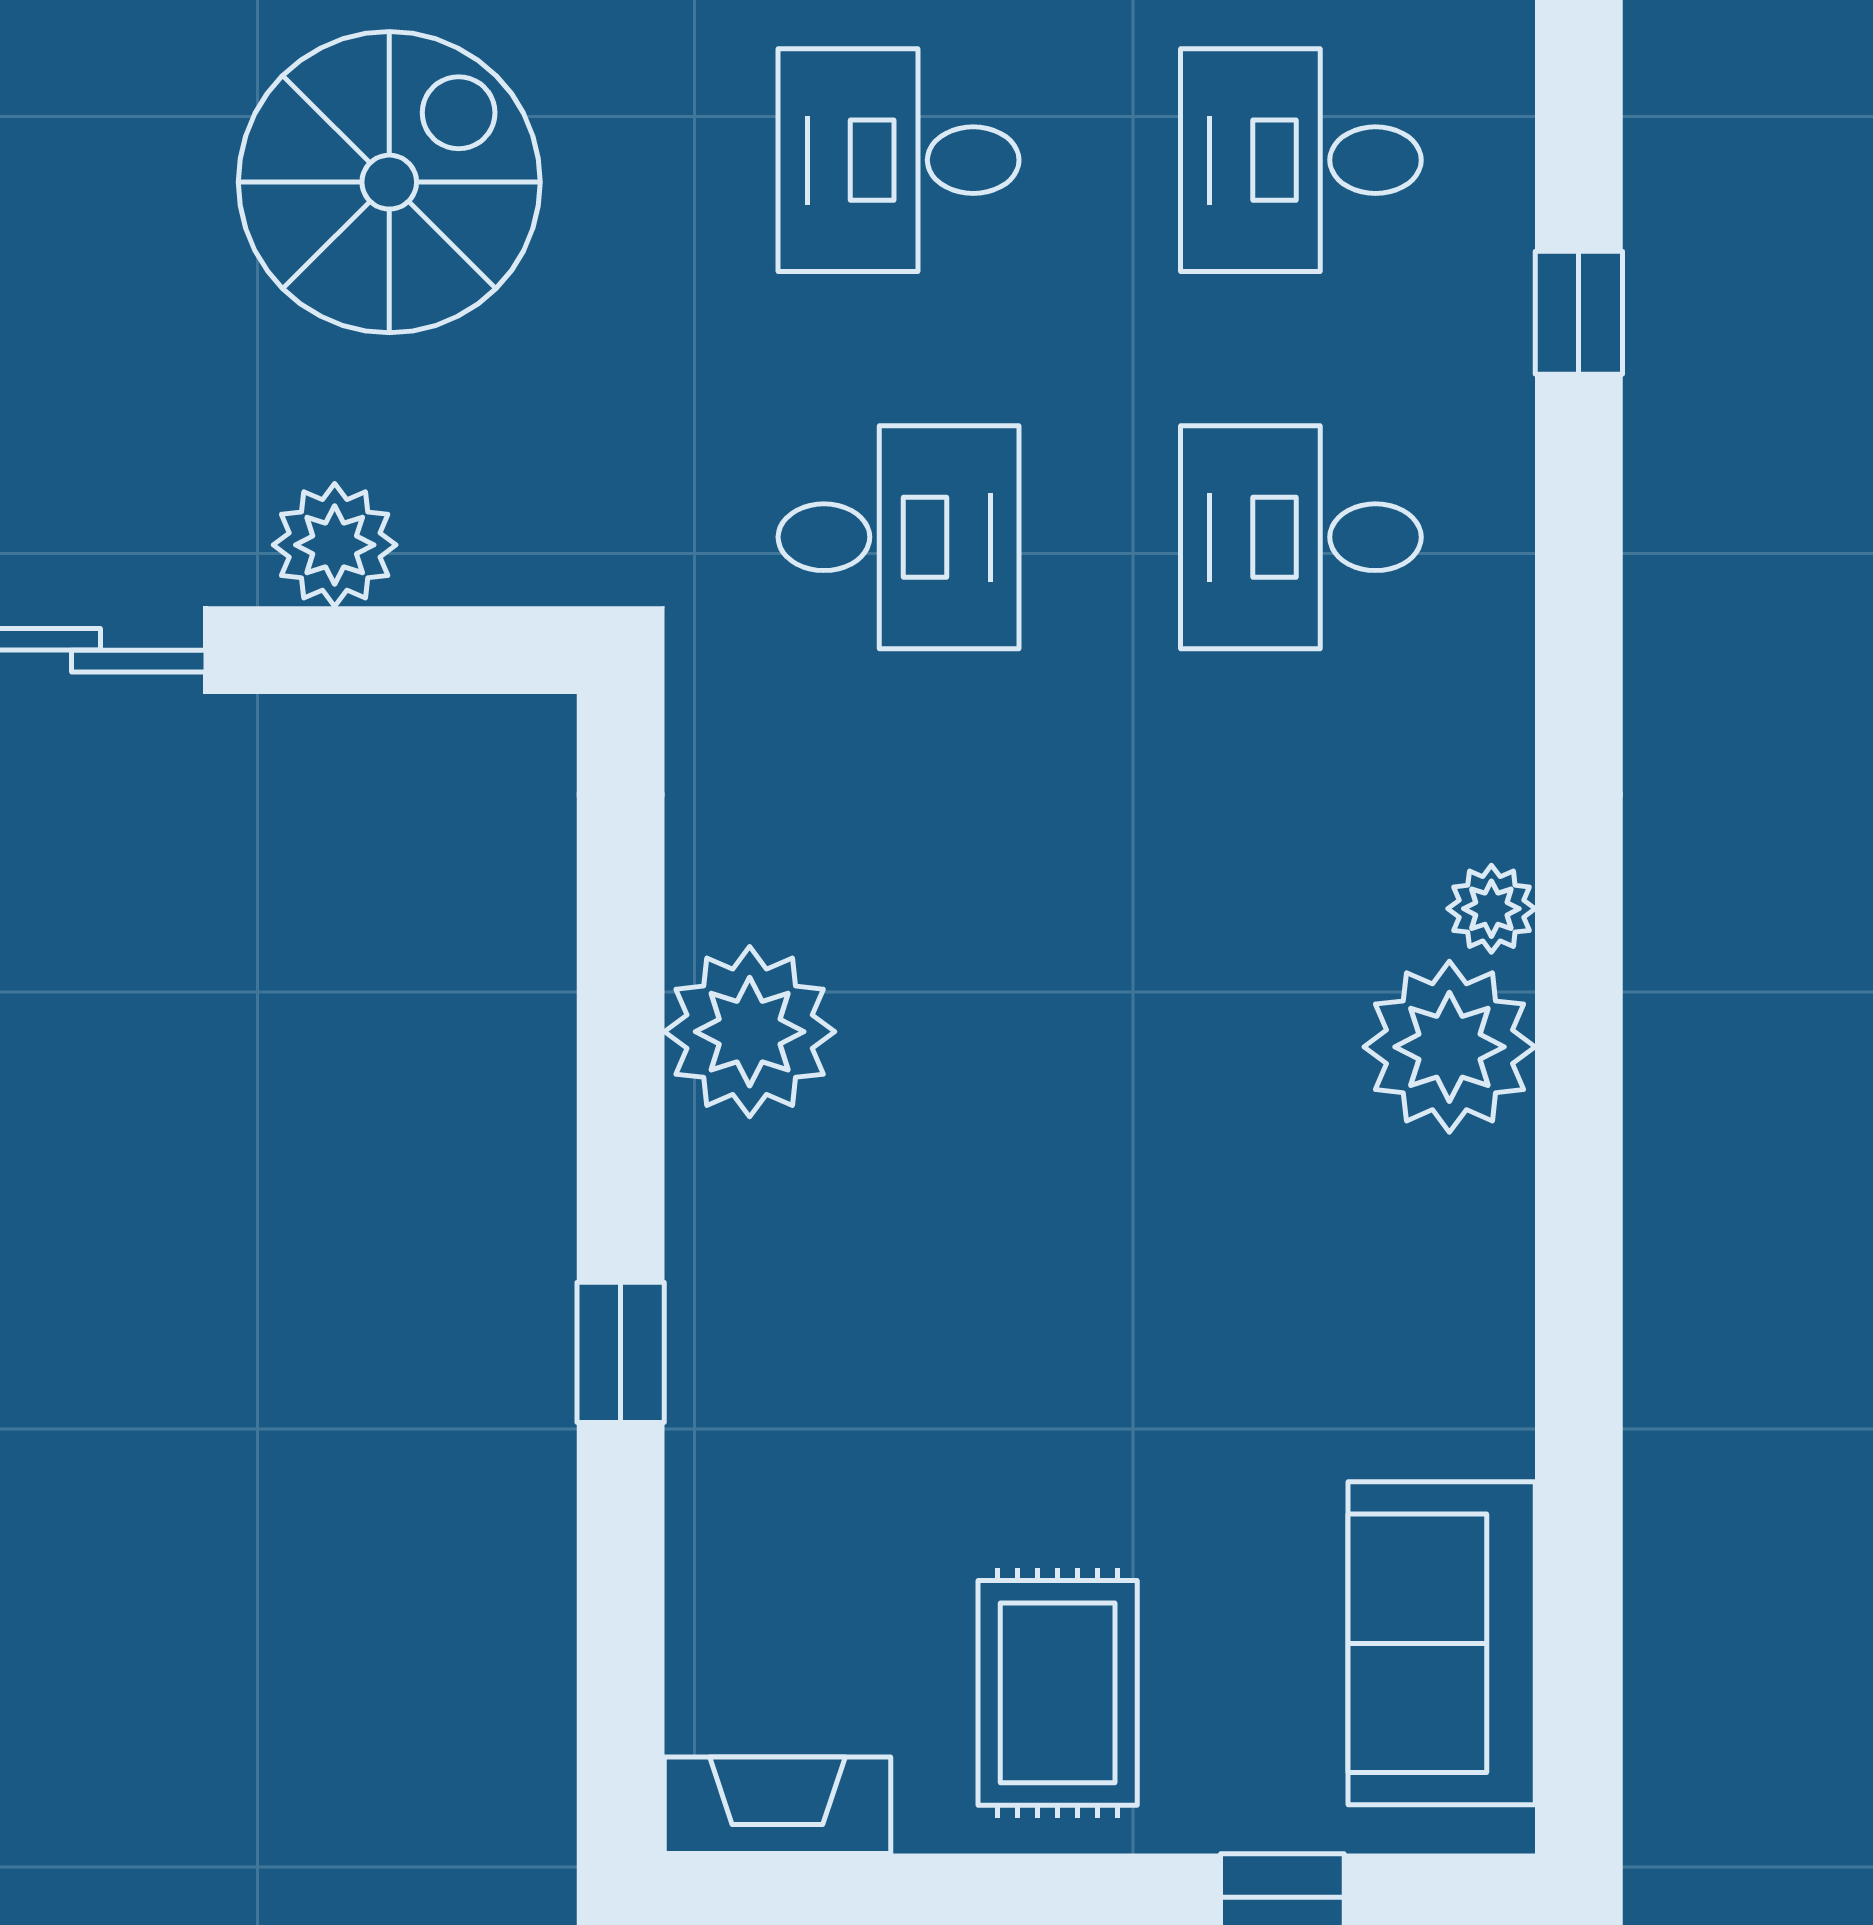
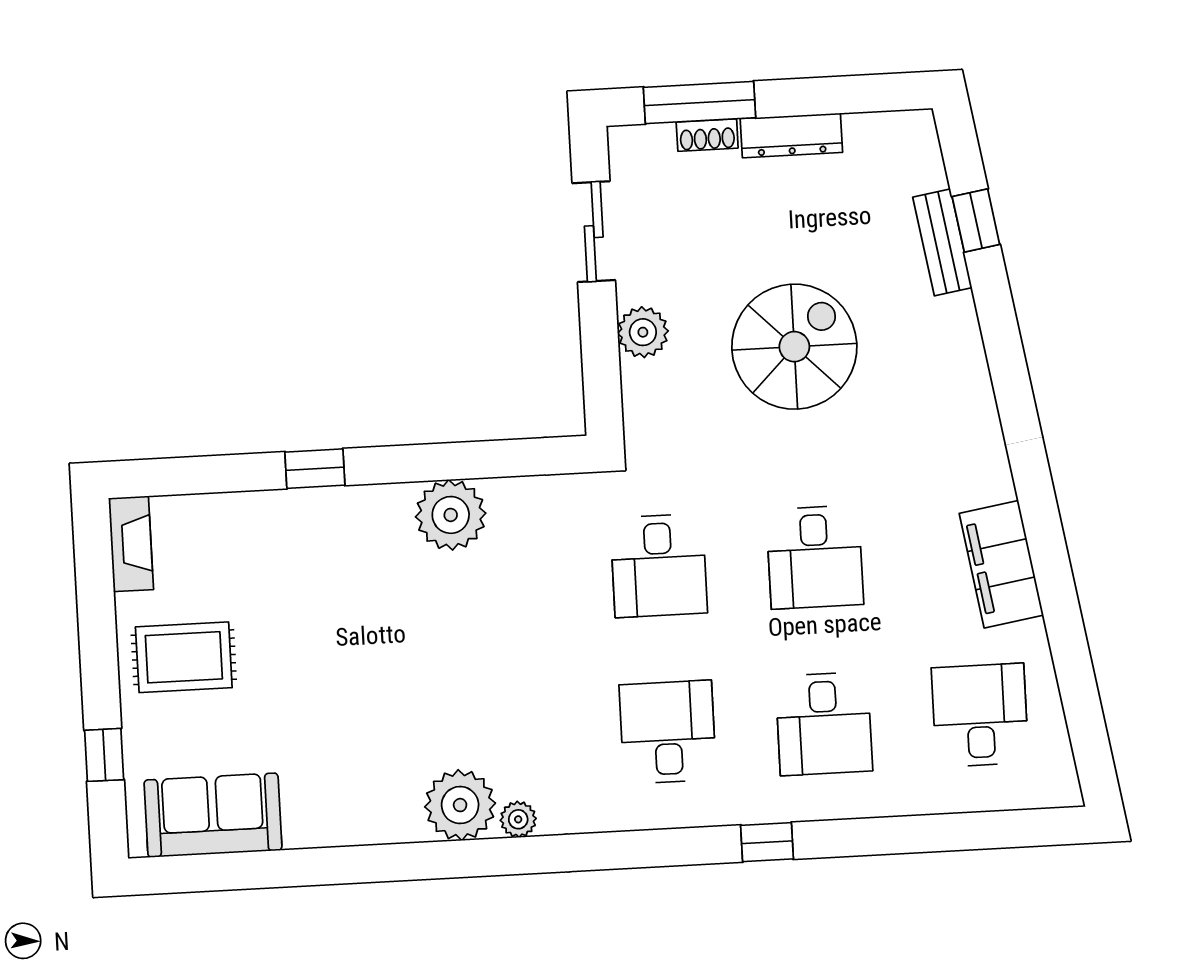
desk: (899, 160) -> (815, 557), turned 180
desk: (1301, 160) -> (824, 724), turned 180
spiral stairs: (389, 182) -> (794, 347), turned -90

